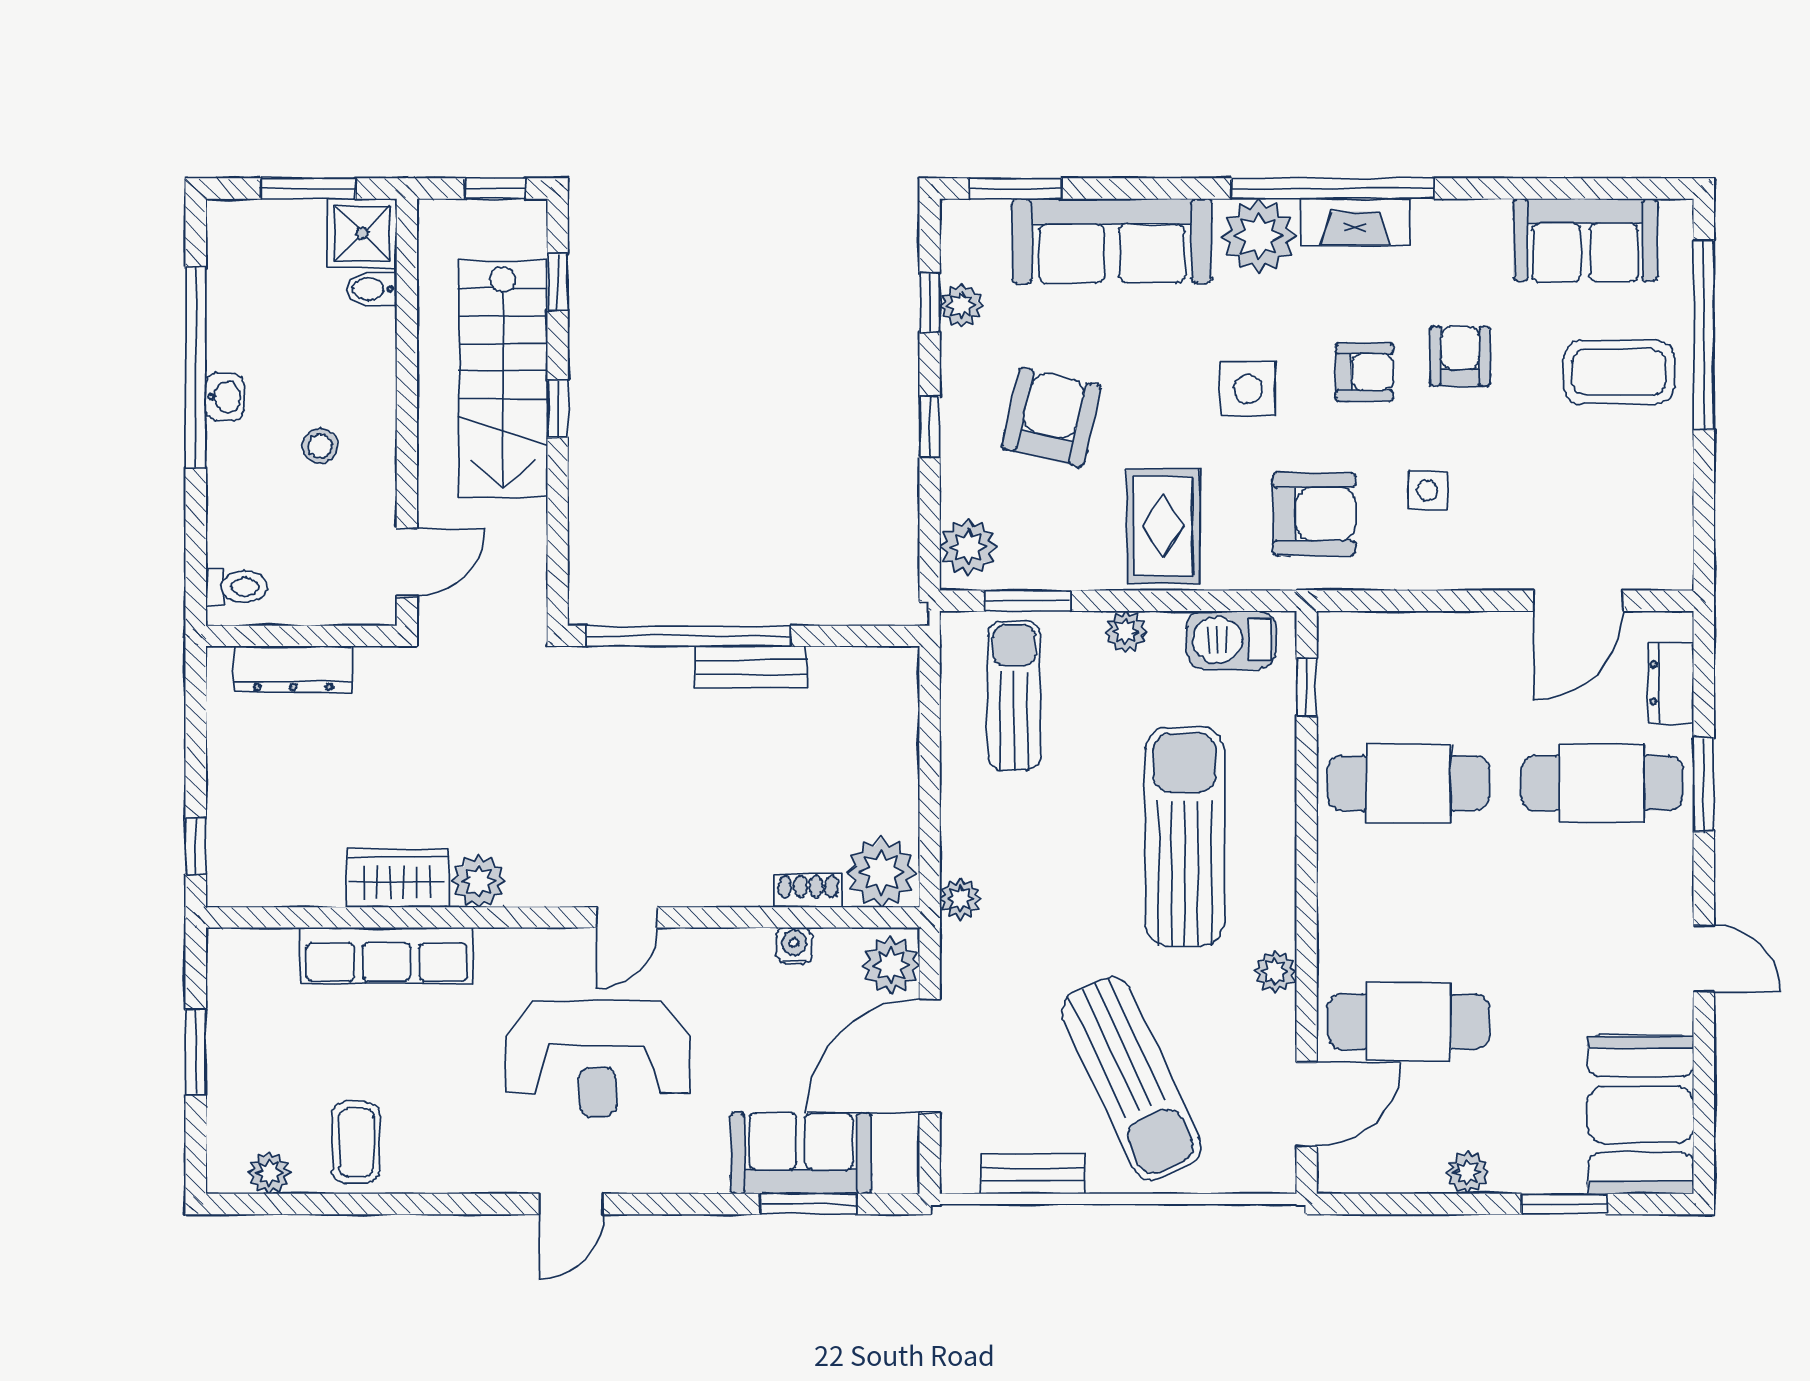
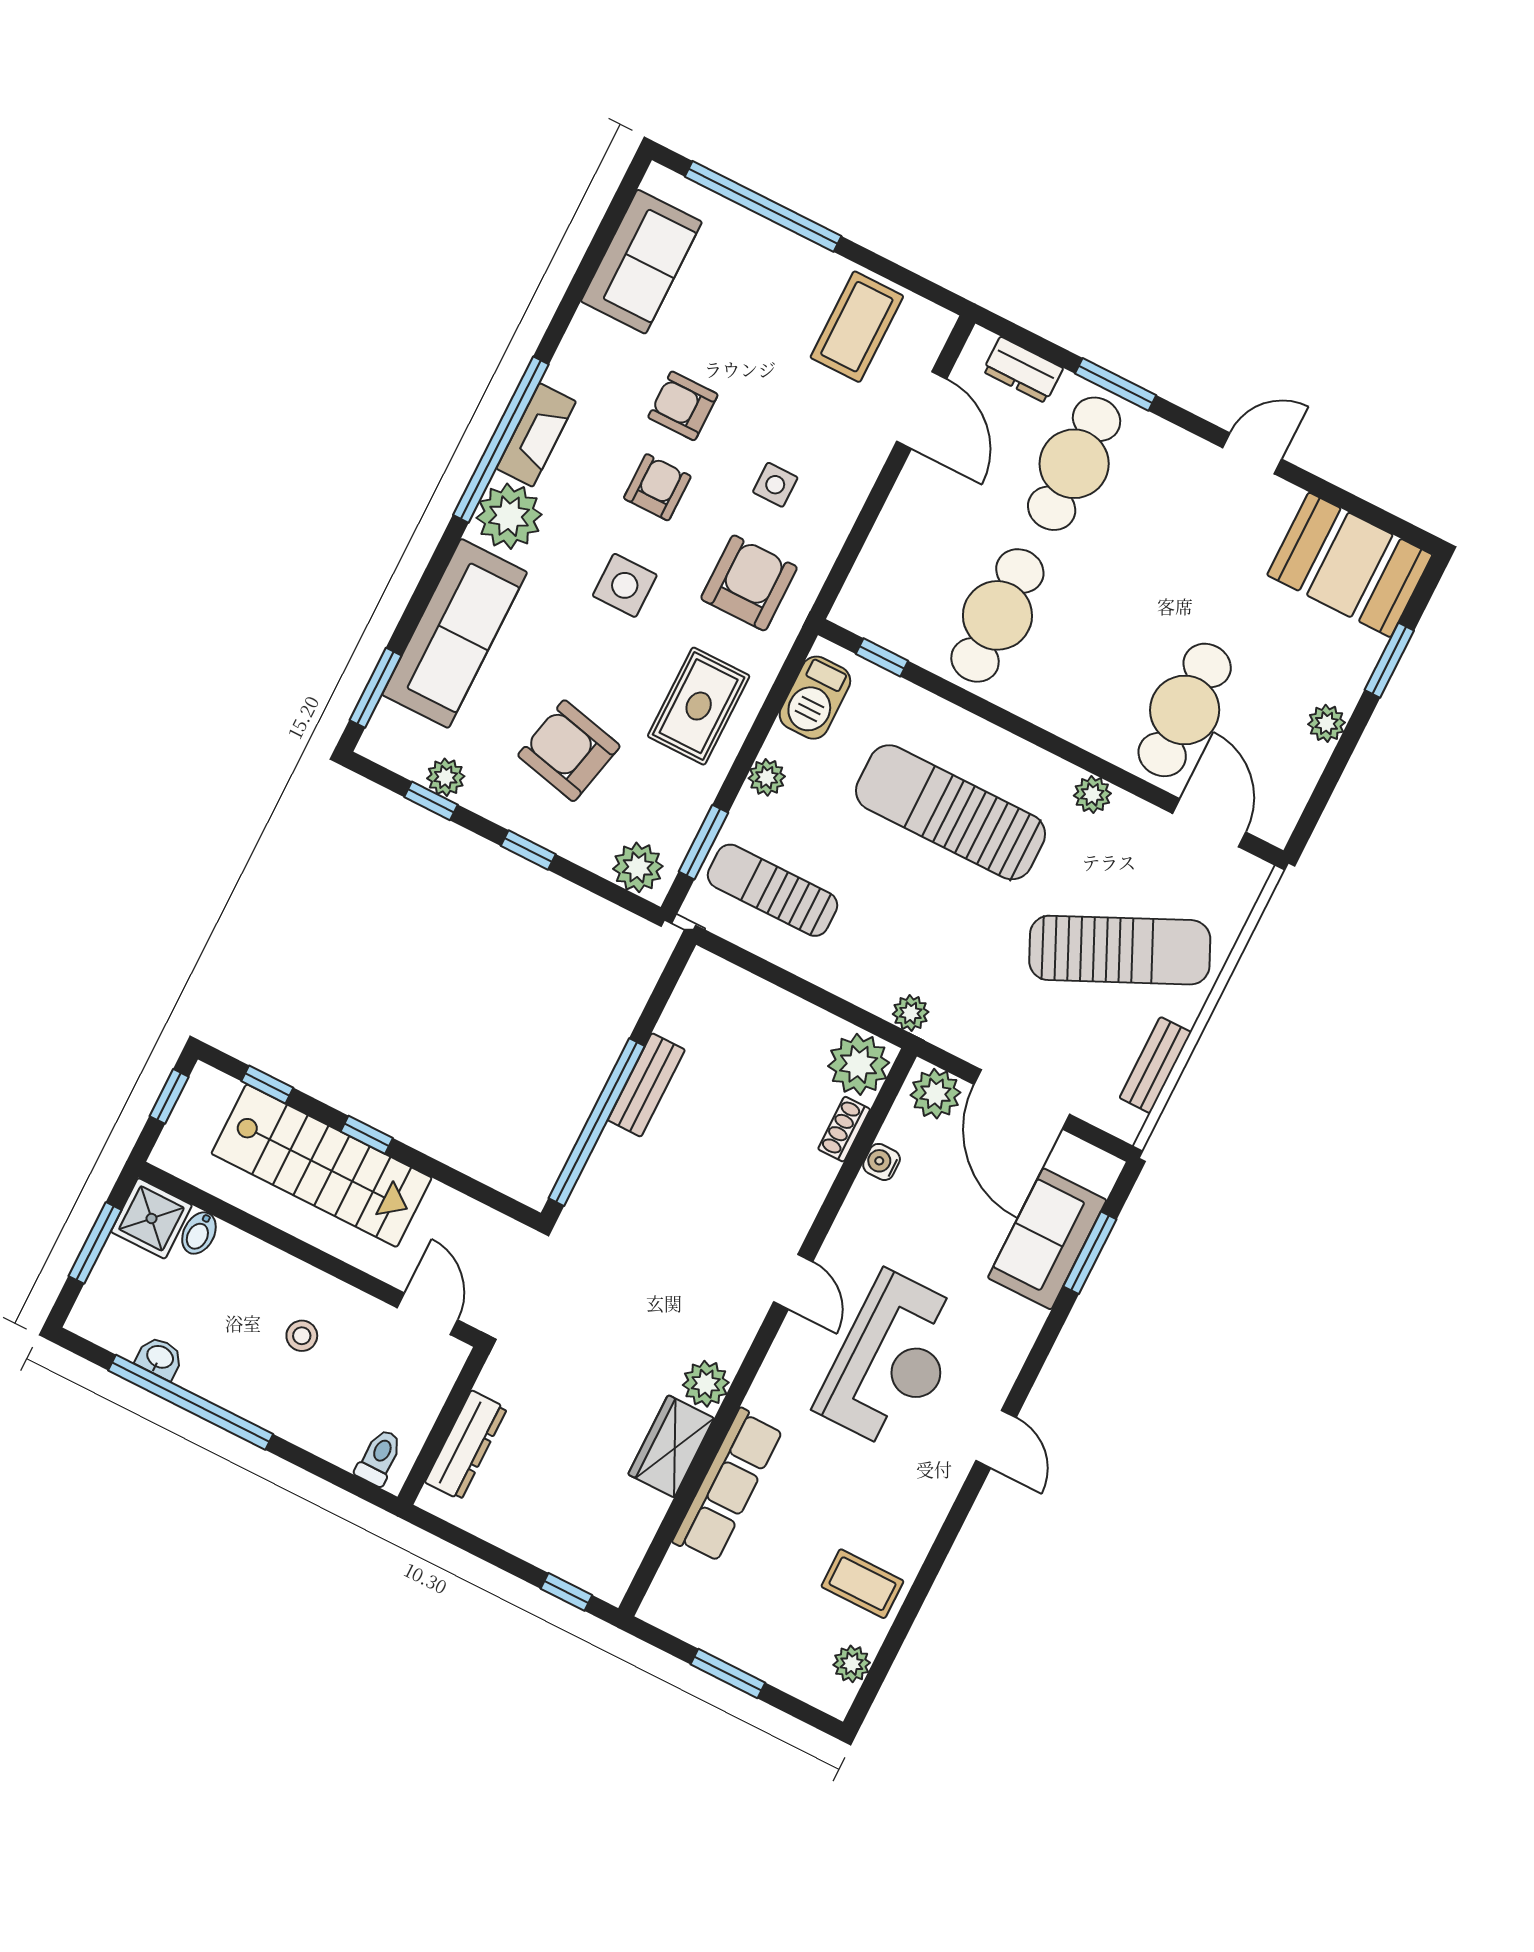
coffee table: (1619, 372) -> (857, 327), moved
washbasin: (225, 397) -> (160, 1358), moved
rug: (1163, 526) -> (699, 706), turned 90

